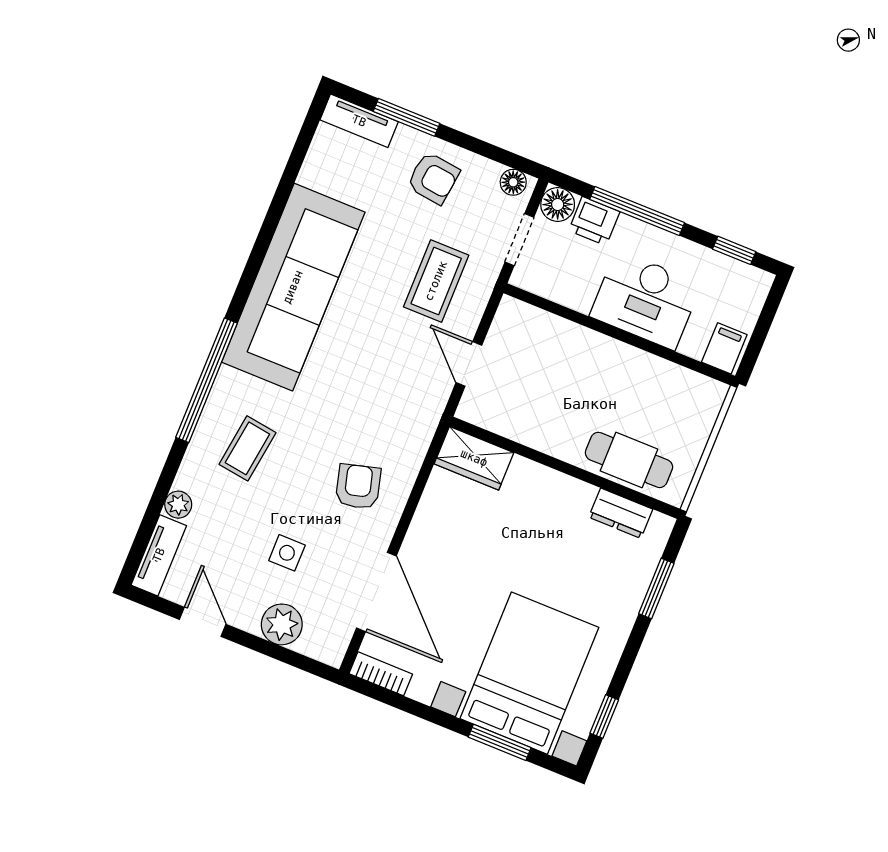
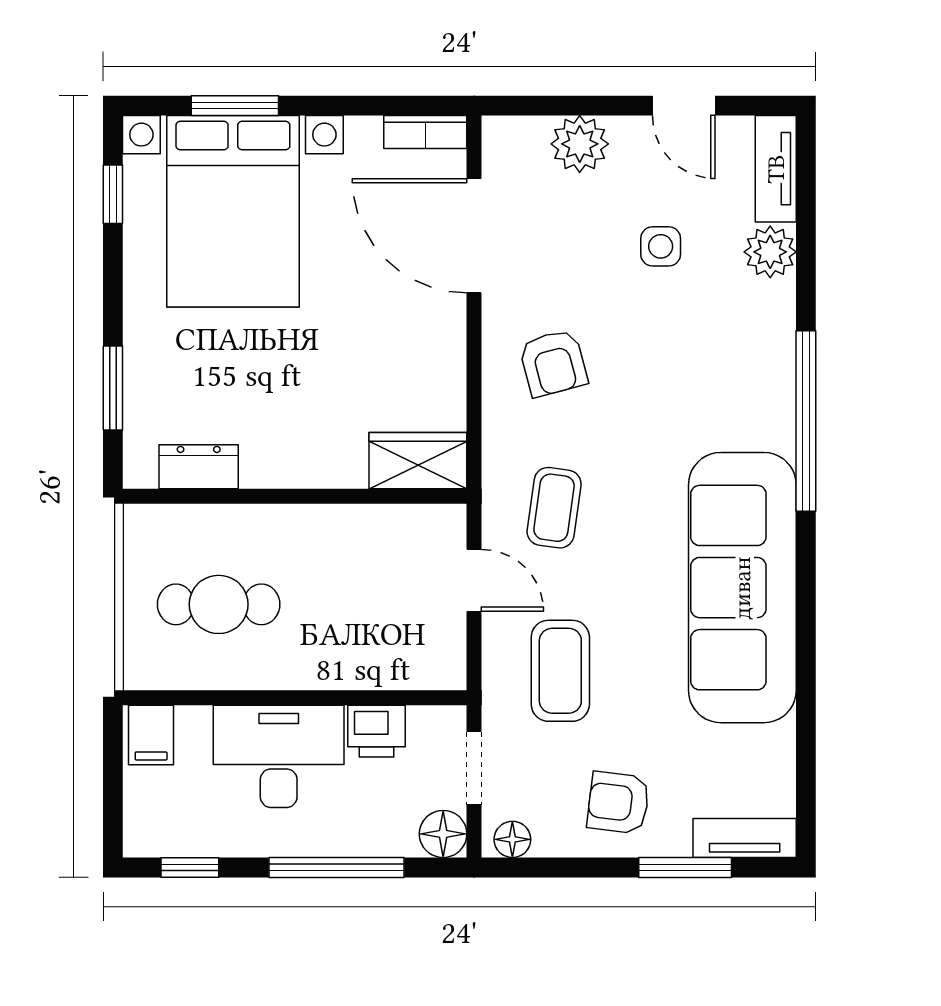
printer: (594, 221) -> (376, 731), moved, turned 180
coffee table: (247, 448) -> (554, 508), moved
cafe table: (629, 460) -> (219, 604), moved
plant: (178, 505) -> (770, 252), width x1.38, depth x1.38
side table: (287, 553) -> (661, 246), moved

